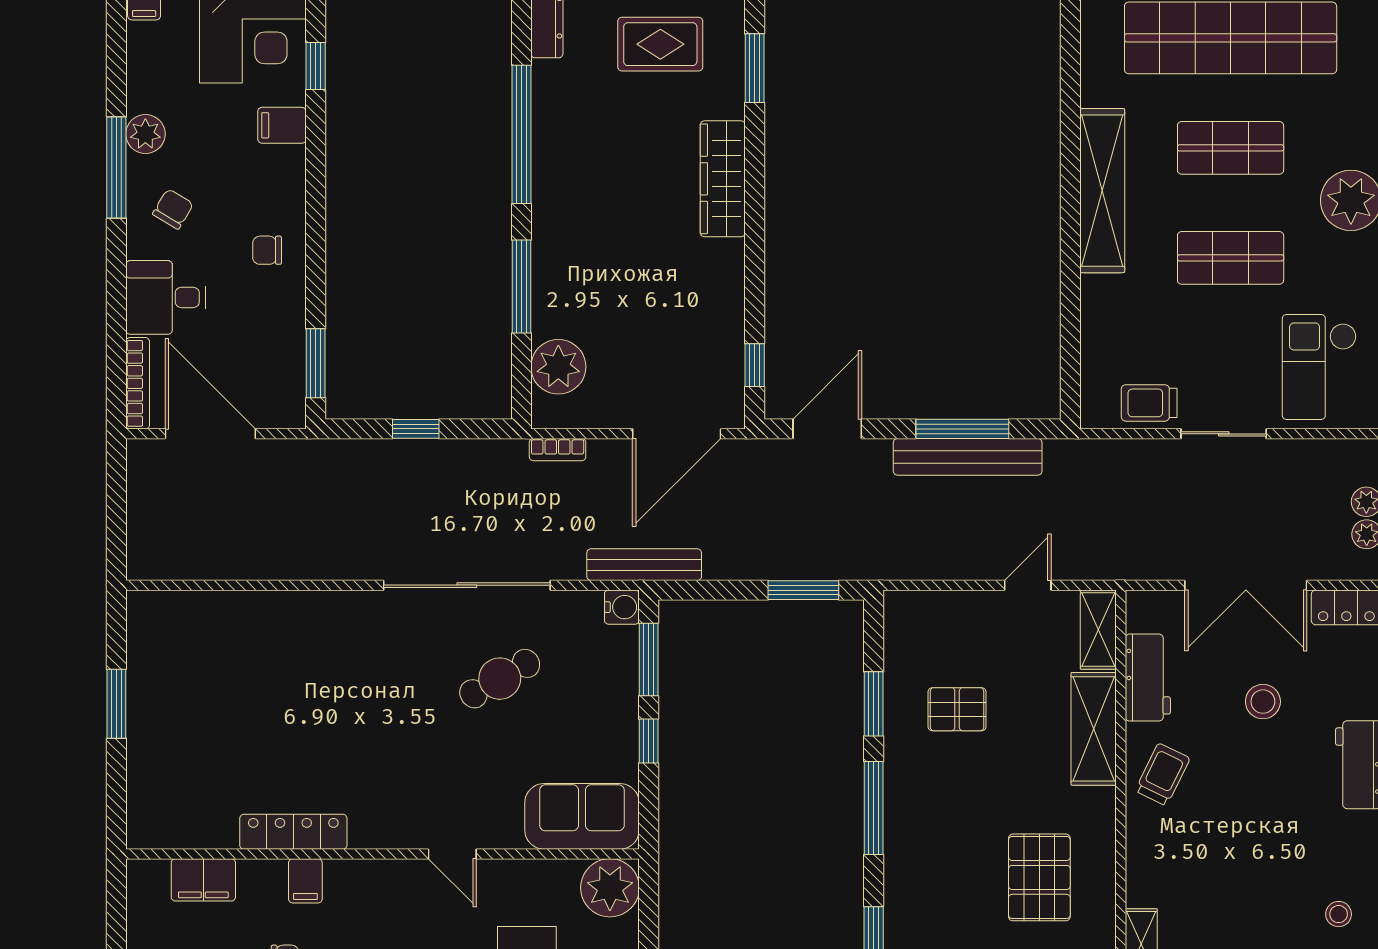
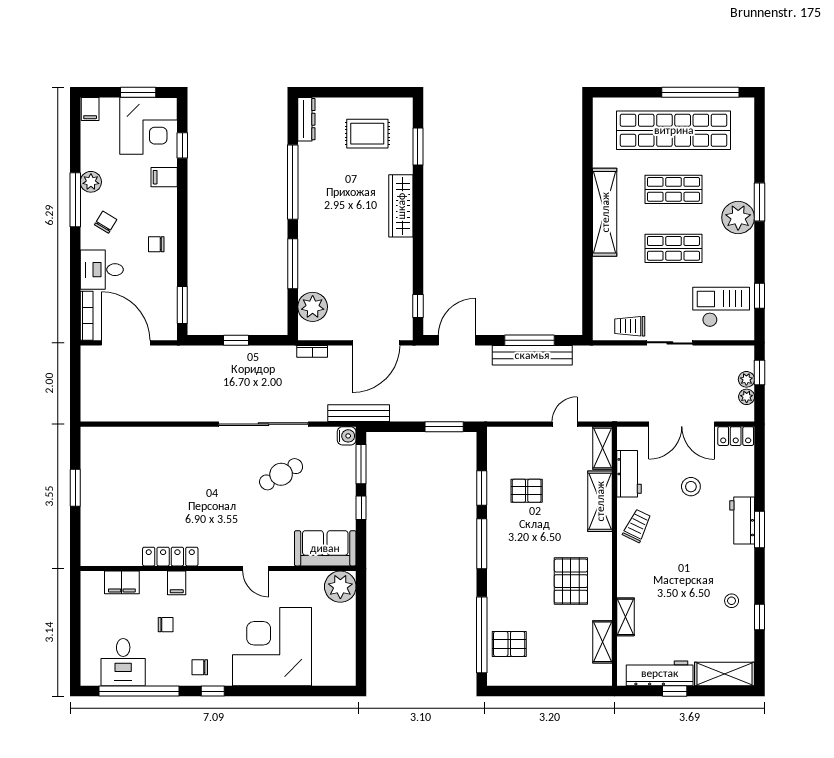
checkout: (1319, 367) -> (721, 307), turned 90

